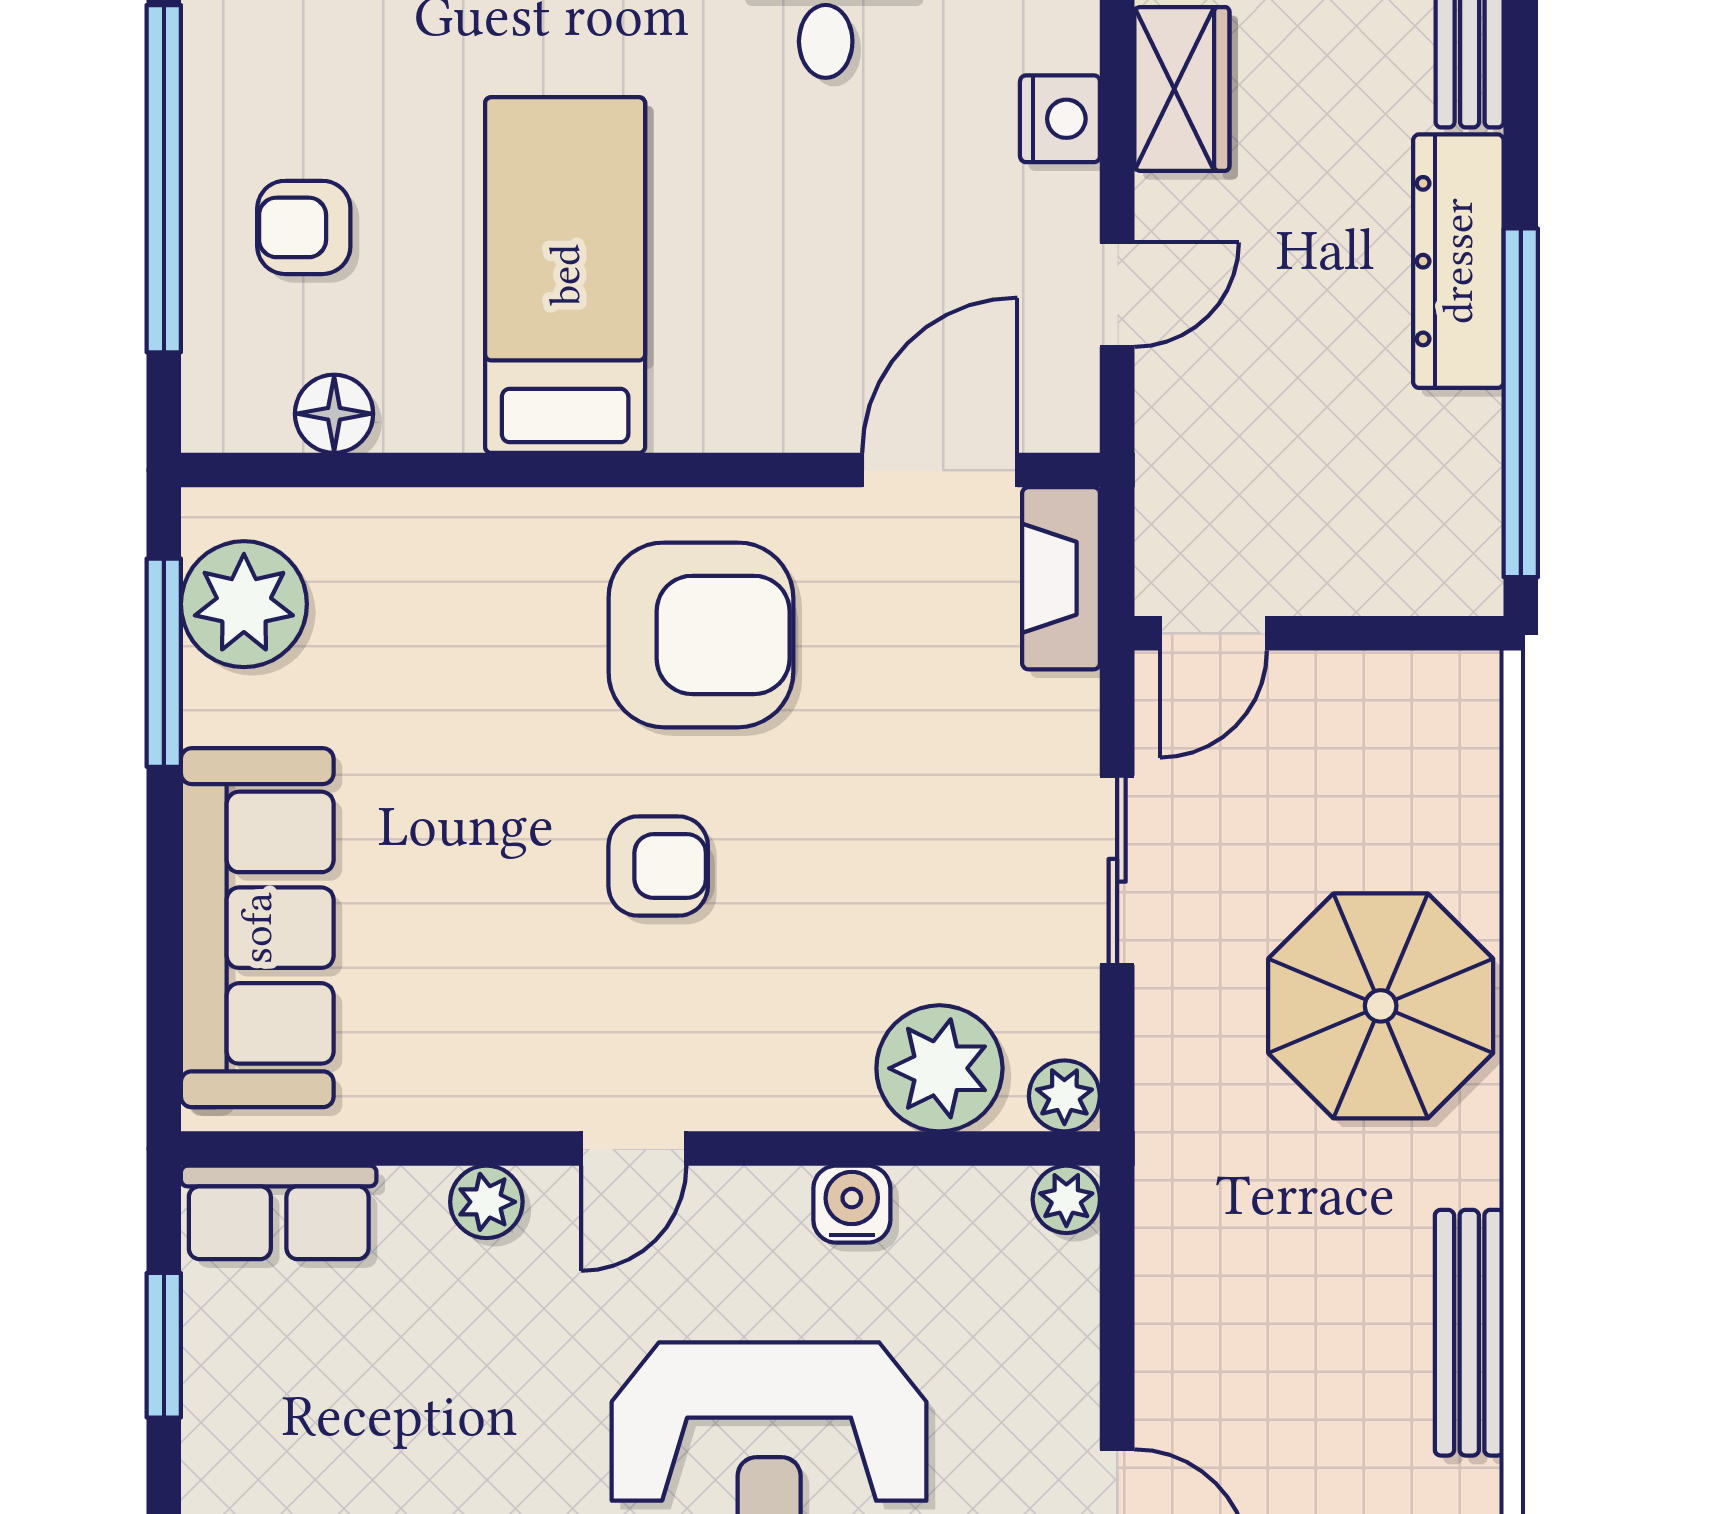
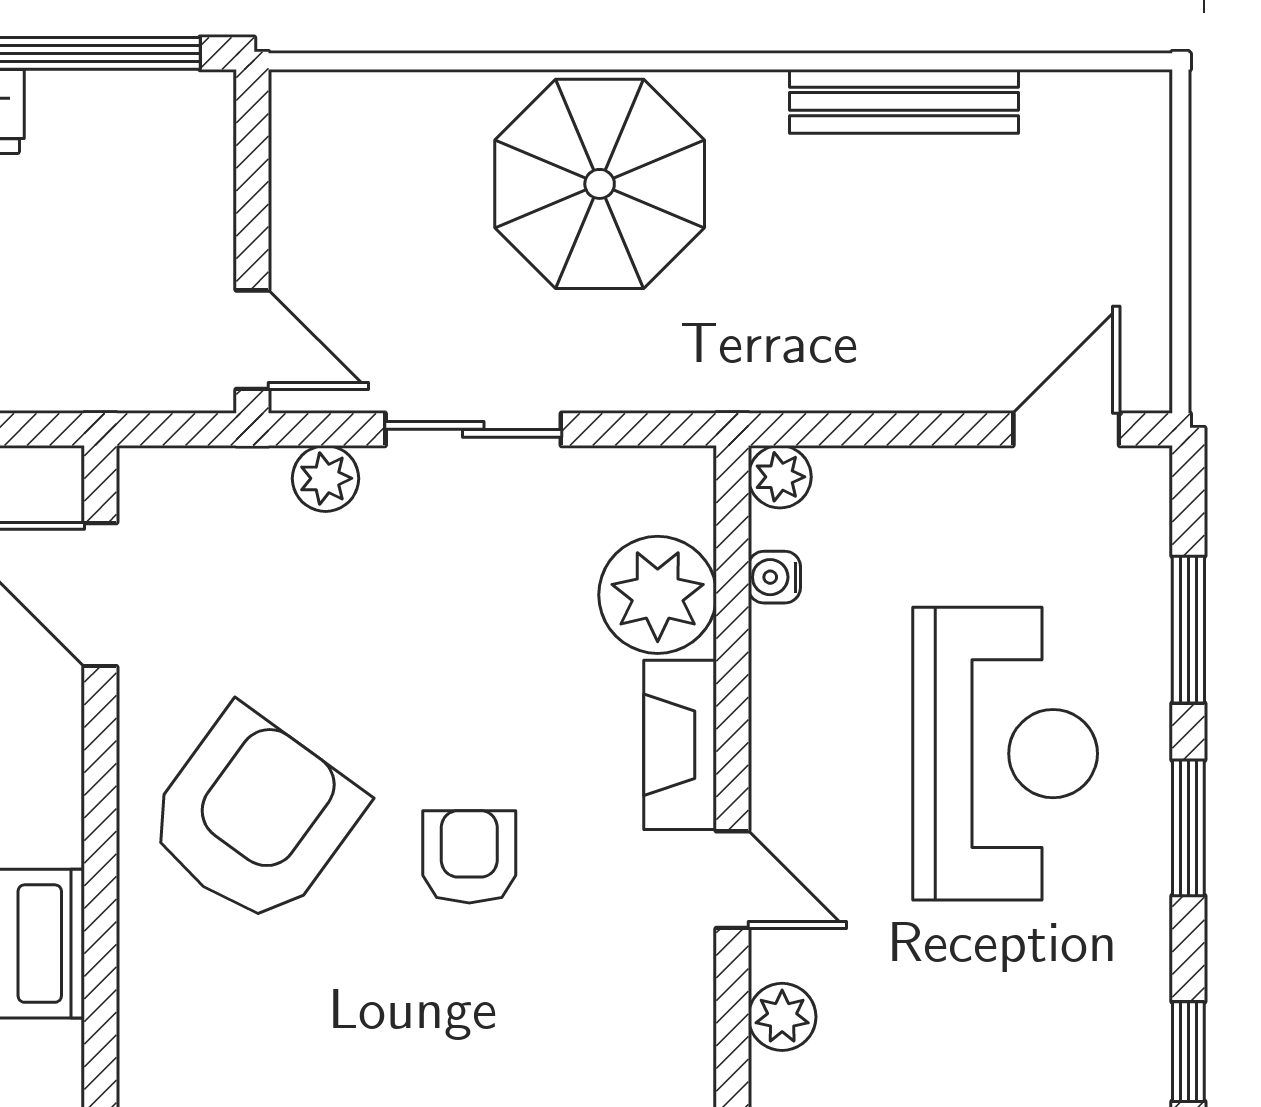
fireplace: (1061, 578) -> (680, 745), moved, turned 90
armchair: (701, 635) -> (254, 817), turned 36
plant: (1064, 1096) -> (326, 478), moved
water cooler: (852, 1204) -> (774, 577), moved, width x0.72, depth x0.72

